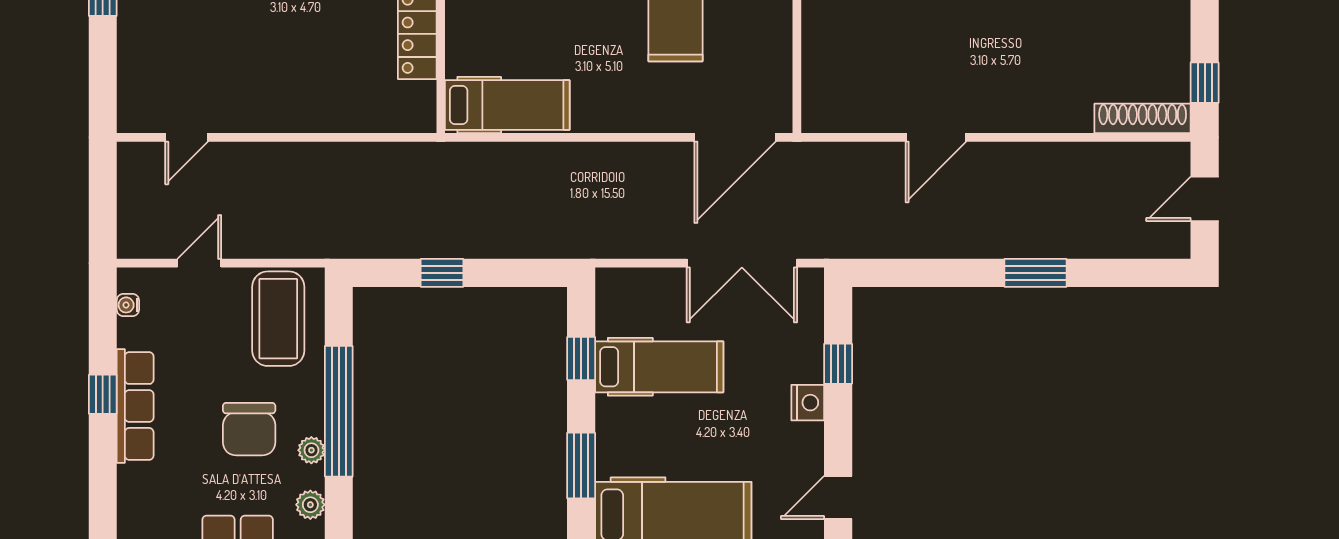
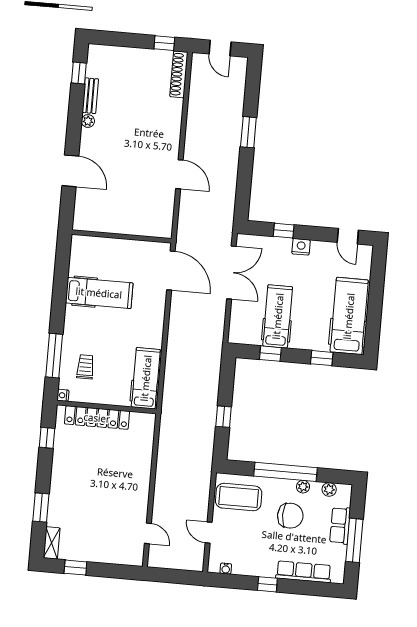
row of seats: (135, 406) -> (304, 572), moved
window: (581, 466) -> (322, 358), width x0.67

